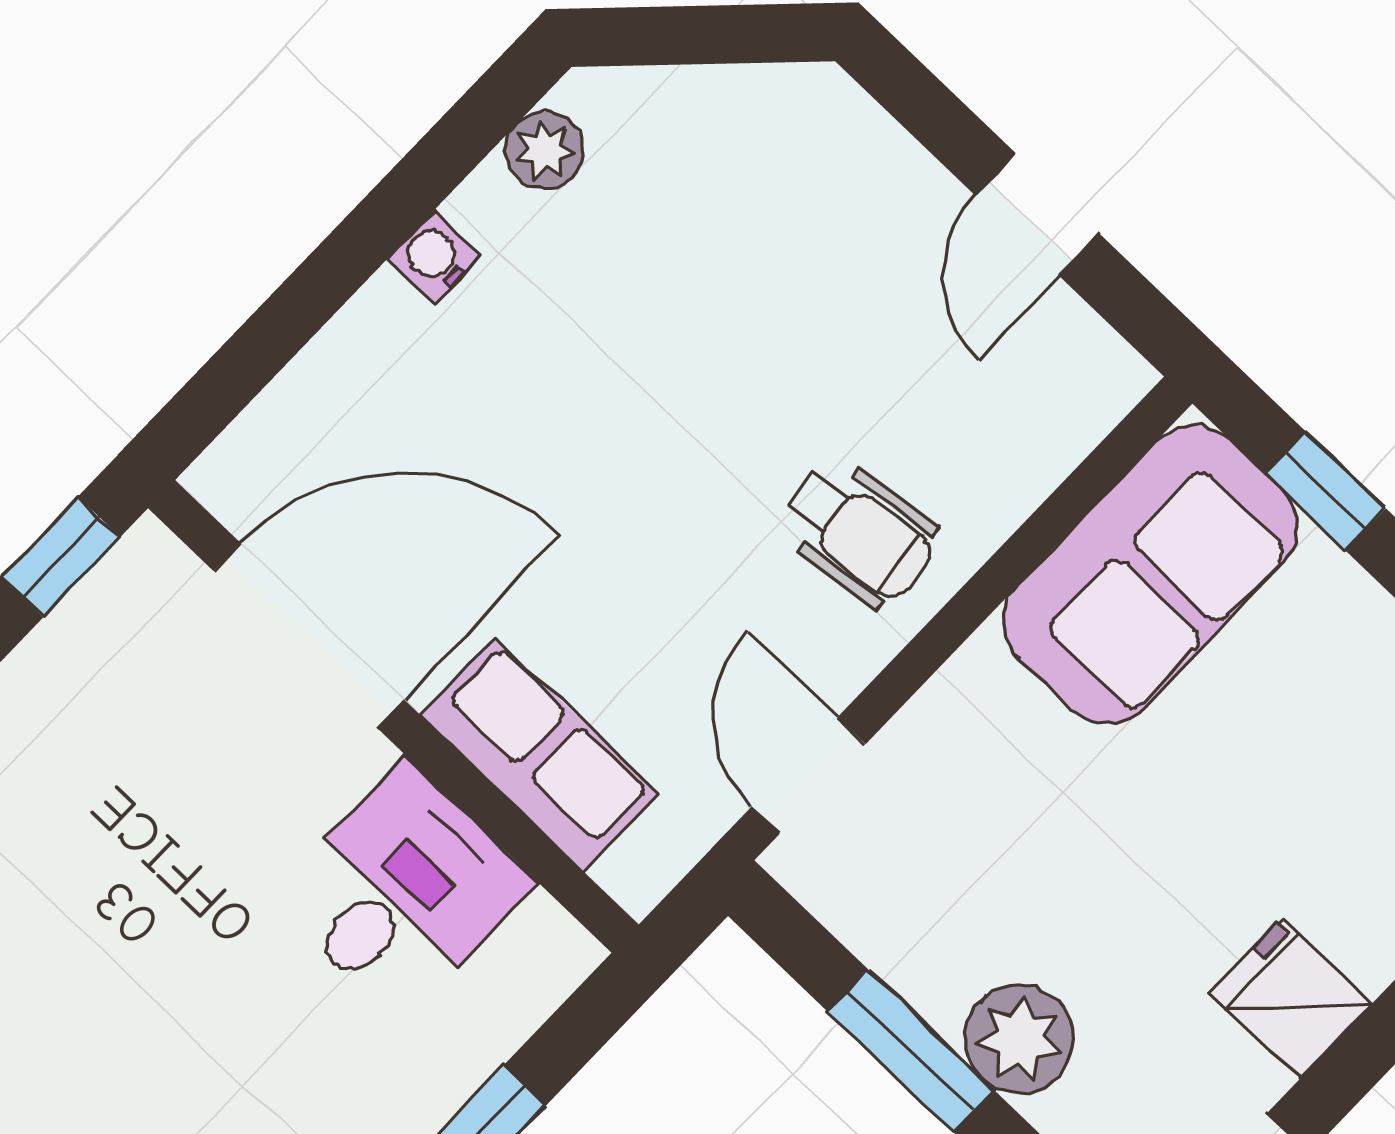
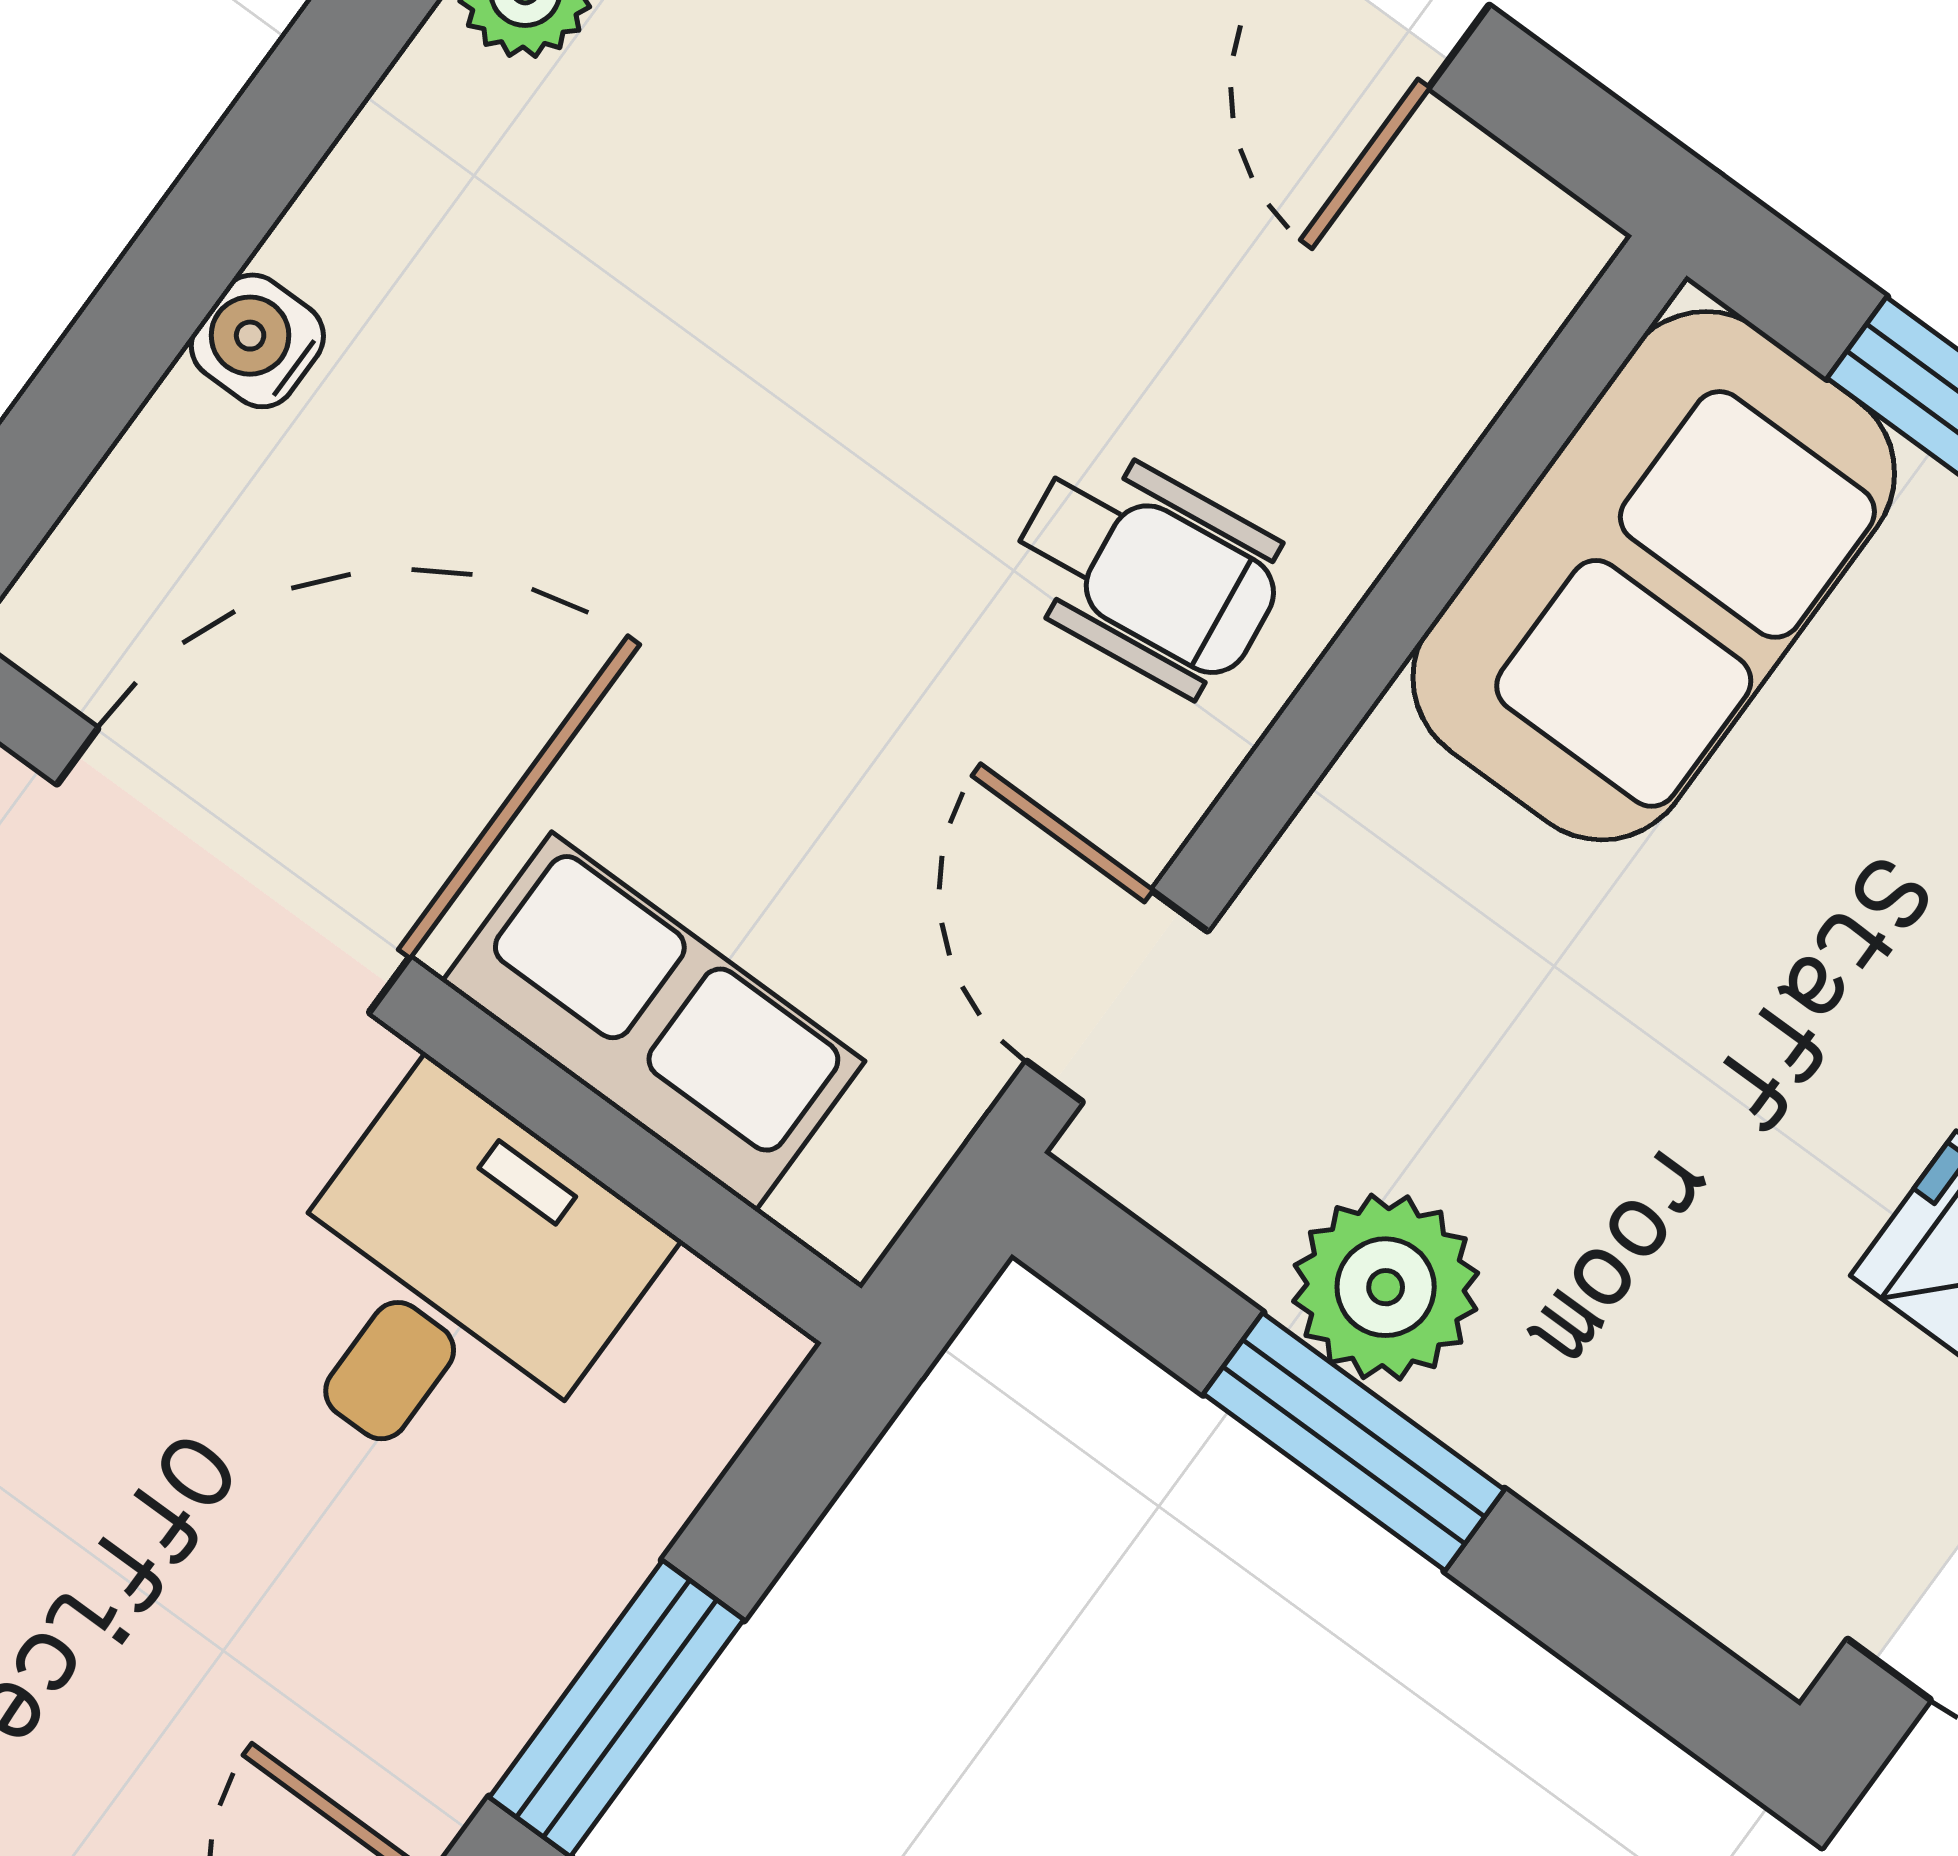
water cooler: (434, 257) -> (257, 341), moved
plant: (1019, 1039) -> (1386, 1287), moved

